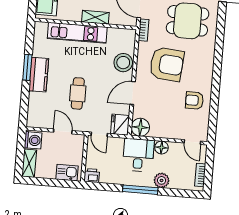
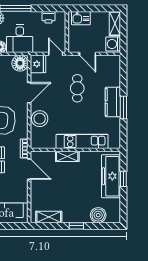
printer: (92, 176) -> (49, 17), moved

